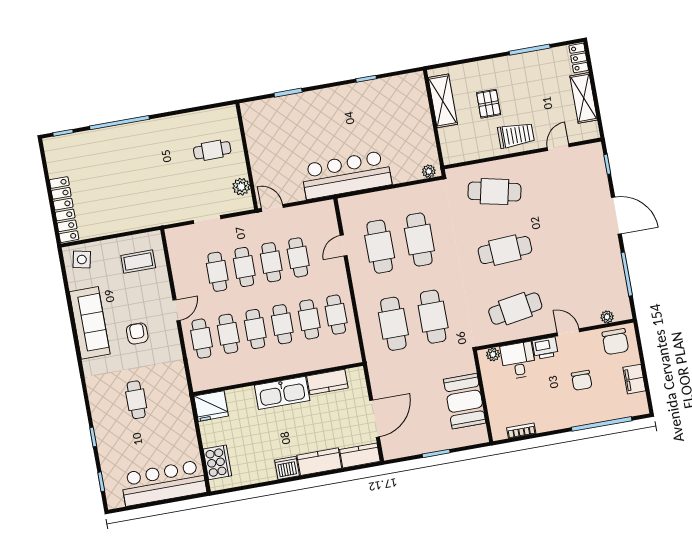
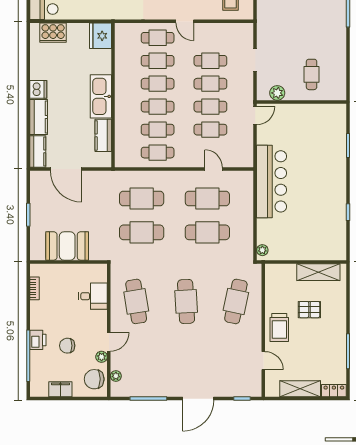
printer: (545, 348) -> (38, 340), moved, turned 180
plant: (493, 355) -> (102, 357), moved

